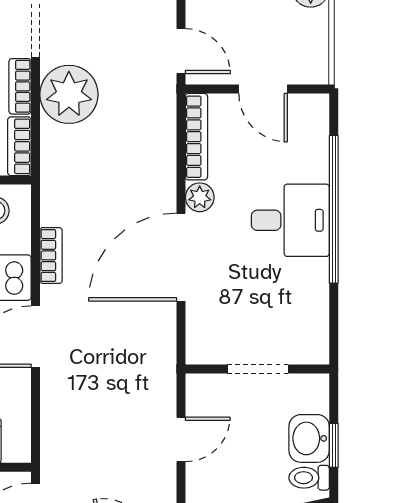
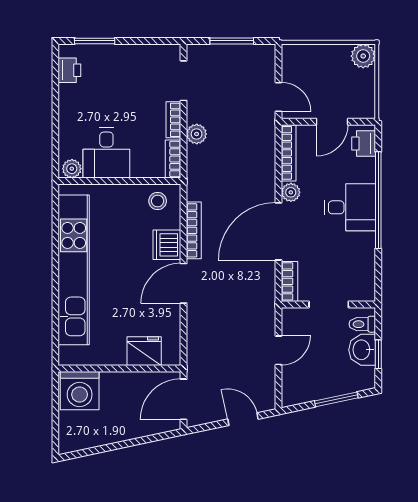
door: (263, 89) -> (332, 122), hinge flipped
plant: (69, 94) -> (197, 134), width x0.53, depth x0.53
printer: (311, 122) -> (364, 143), added
bookcase: (51, 255) -> (194, 230), width x1.56
bookcase: (198, 334) -> (289, 281), added
toilet: (309, 478) -> (362, 324), moved

